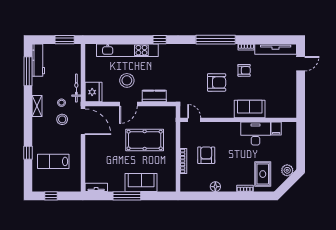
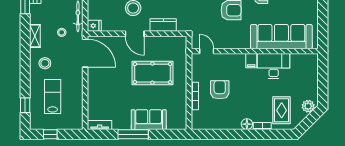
fridge: (93, 92) -> (94, 26), width x0.53, depth x0.75
door: (128, 104) -> (135, 34), hinge flipped
sofa: (250, 109) -> (281, 37), width x1.85, depth x1.27
stool: (62, 119) -> (45, 63), moved
filing cabinet: (276, 129) -> (251, 61), moved
window: (28, 153) -> (25, 105), moved
lab bench: (53, 161) -> (53, 96), turned 90
floor lamp: (215, 187) -> (247, 124), moved

